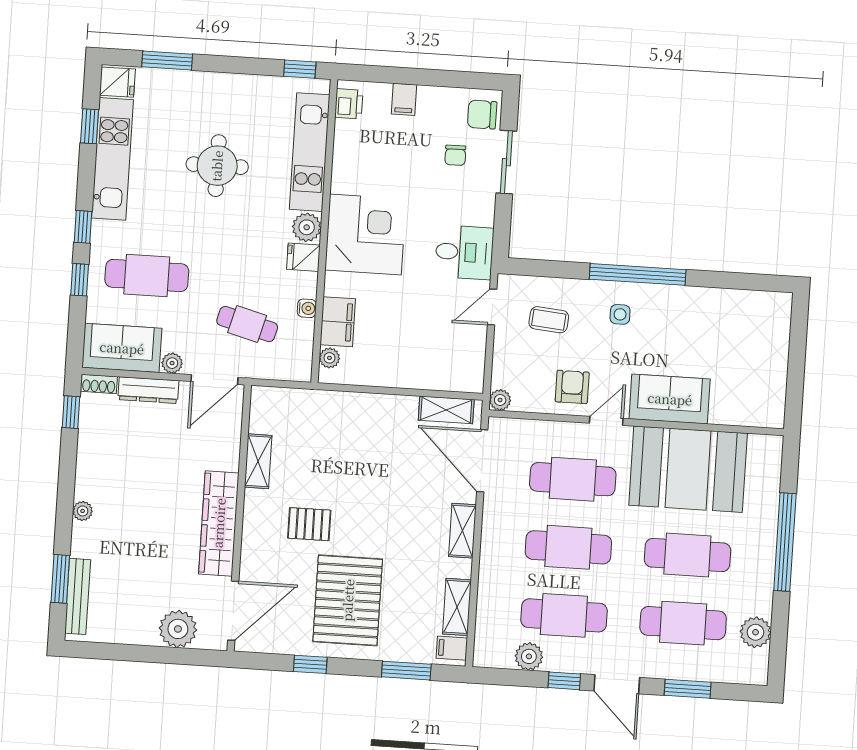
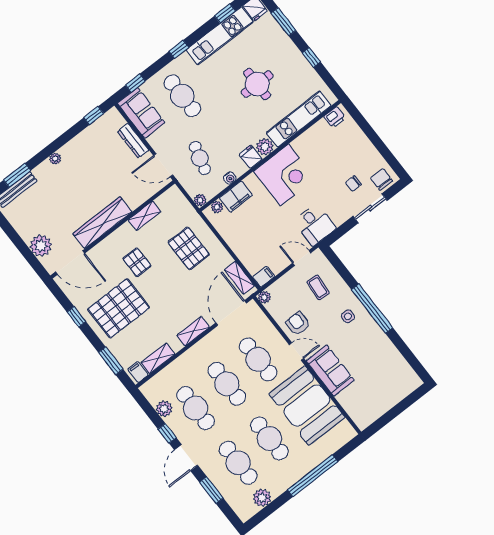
window: (300, 69) -> (311, 58), moved
filing cabinet: (404, 99) -> (264, 277), moved, turned 180
window: (80, 280) -> (135, 83), moved
plant: (172, 363) -> (200, 200), moved
shoe rack: (99, 384) -> (117, 117), removed
armchair: (572, 387) -> (298, 324), turned -90
pallet: (351, 442) -> (189, 248), added

